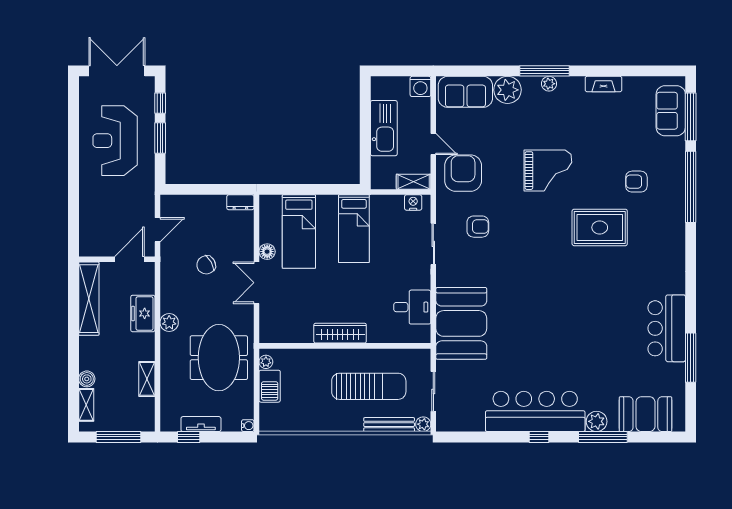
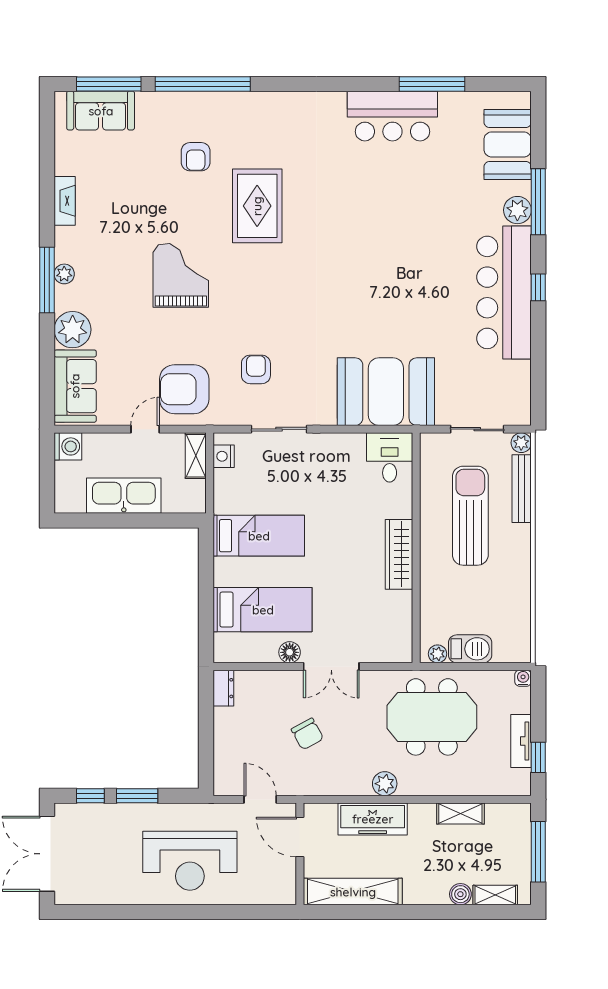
reception desk: (115, 141) -> (190, 861), moved
desk: (412, 307) -> (390, 457), moved
freezer: (143, 313) -> (373, 819), width x1.40

